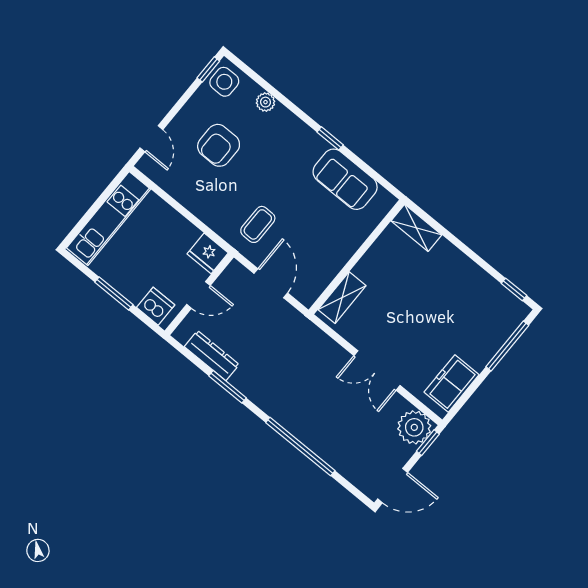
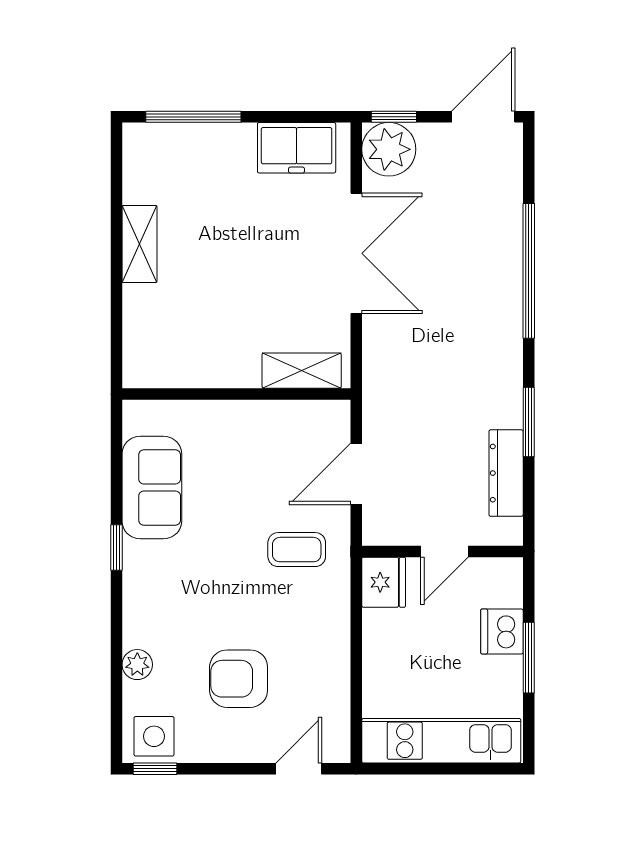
armchair: (219, 145) -> (239, 679), turned 180
shelving: (416, 228) -> (140, 244), moved
window: (514, 289) -> (117, 166), removed
door: (198, 295) -> (444, 551), swing flipped
dishwasher: (156, 306) -> (502, 631), moved
double door: (377, 370) -> (356, 253), width x1.37
door: (393, 486) -> (483, 117), hinge flipped

